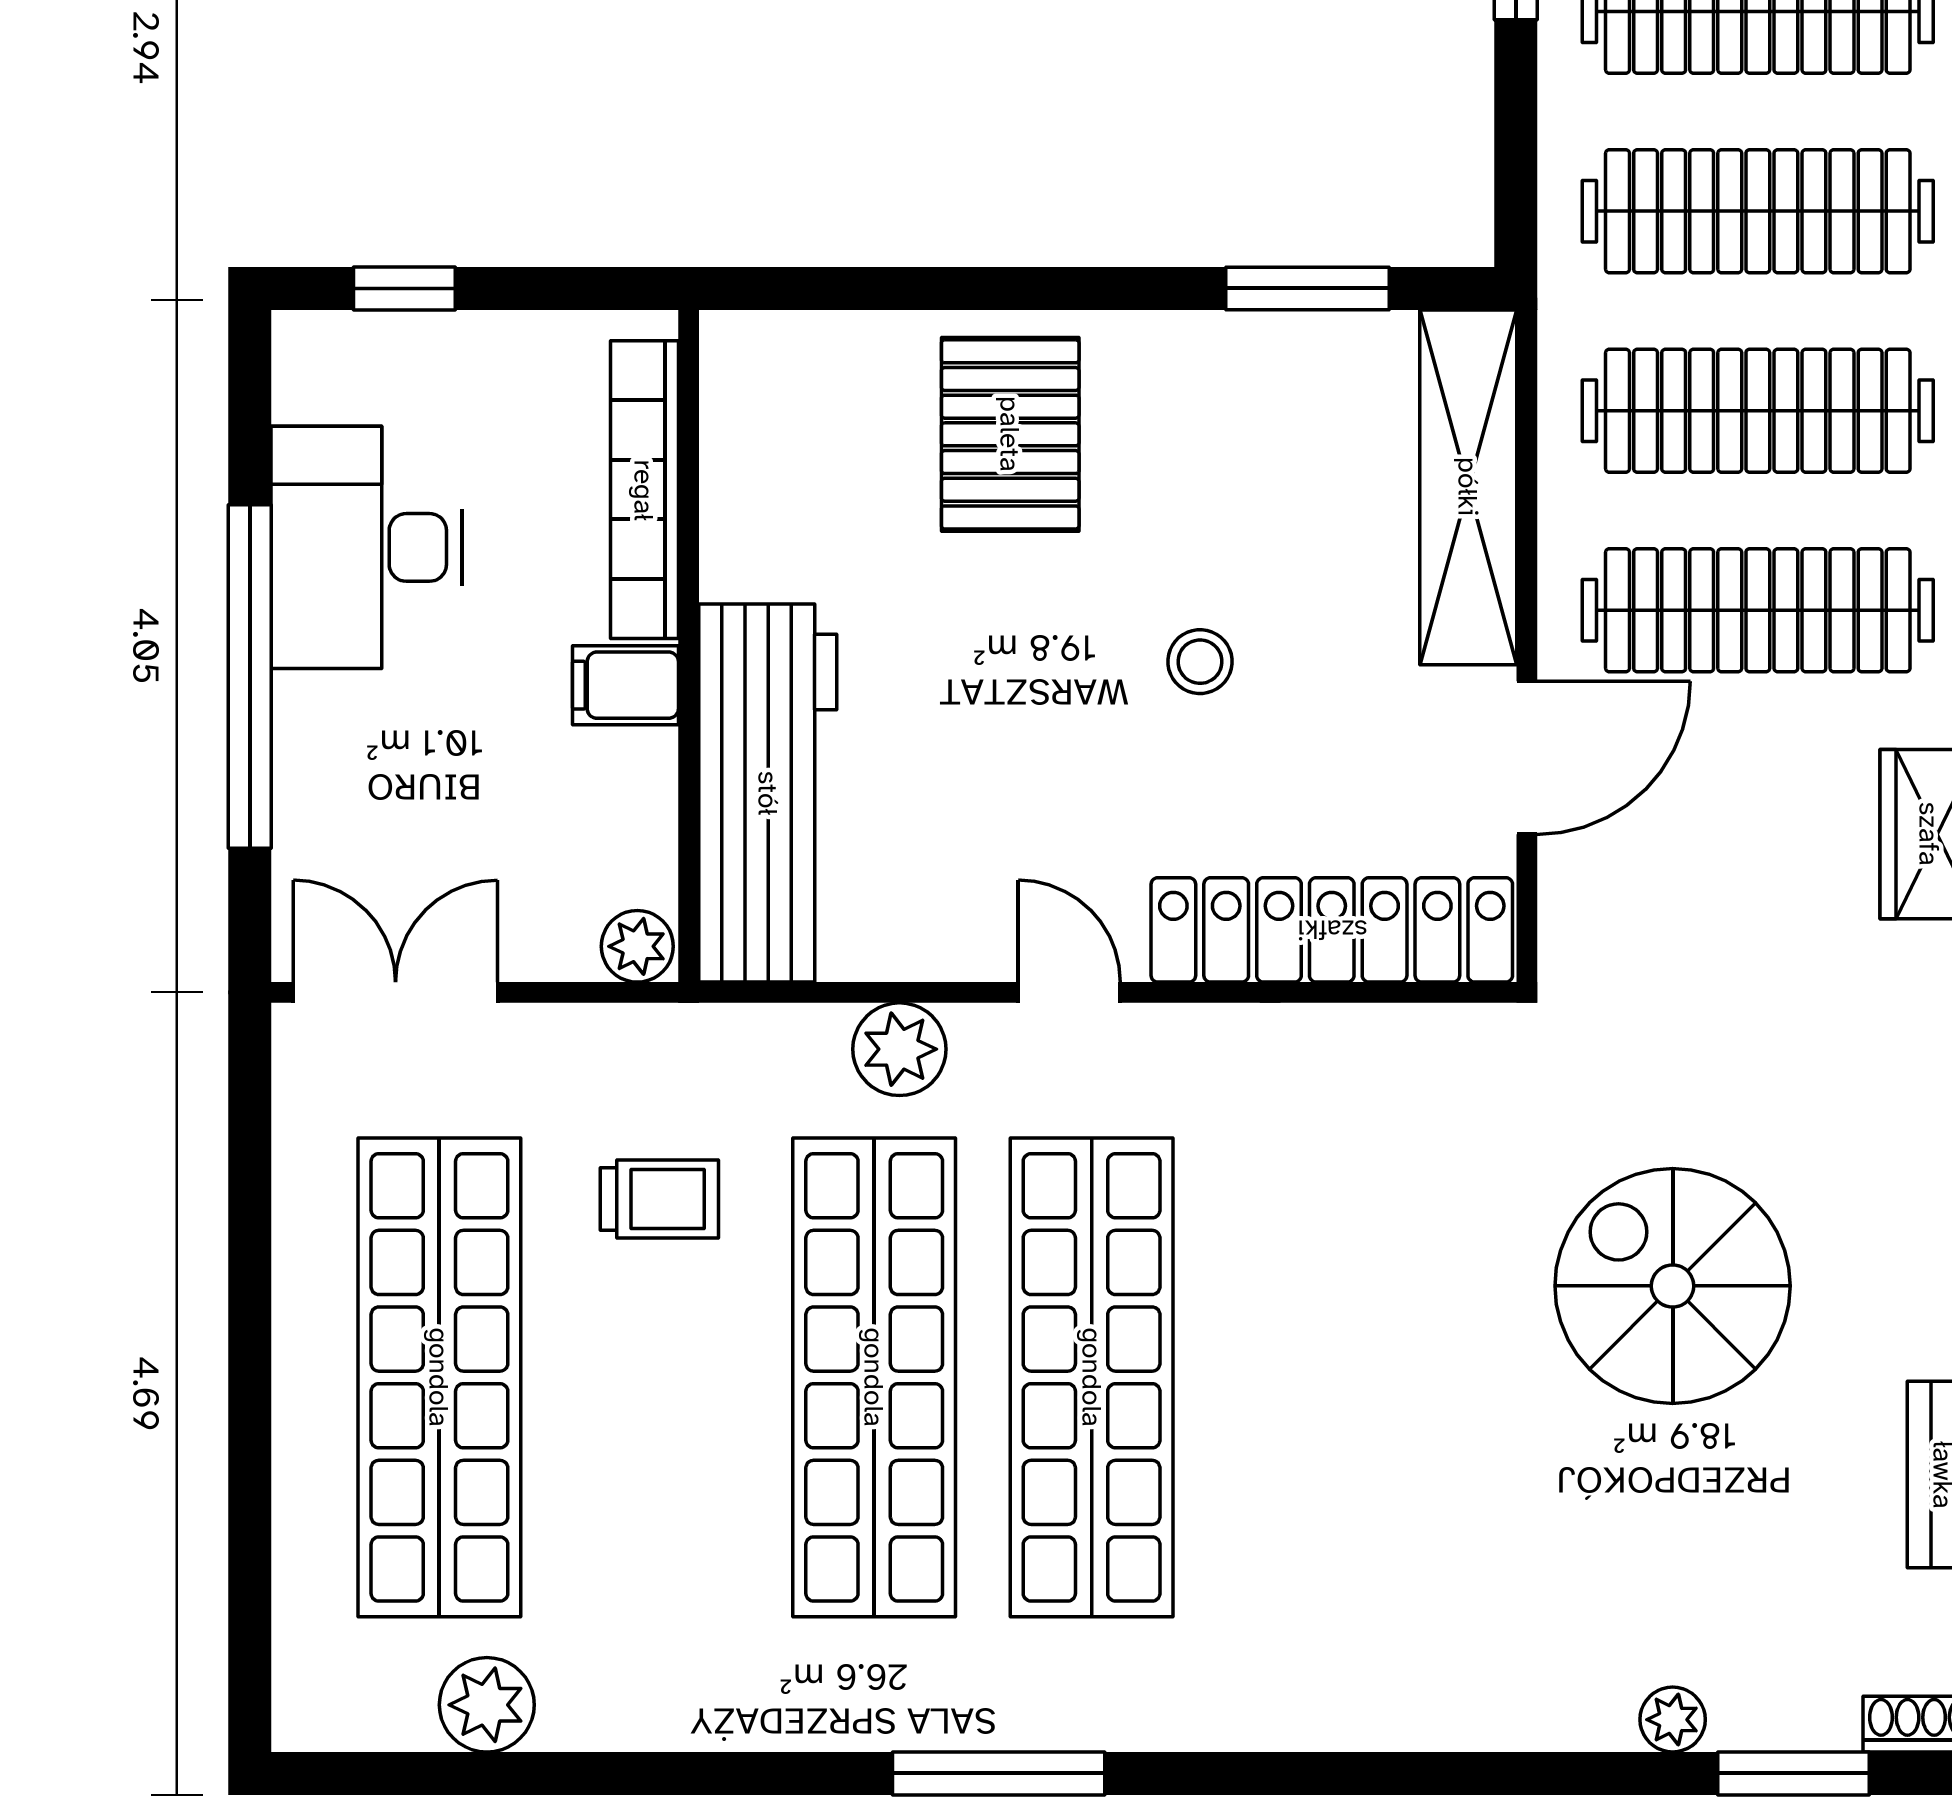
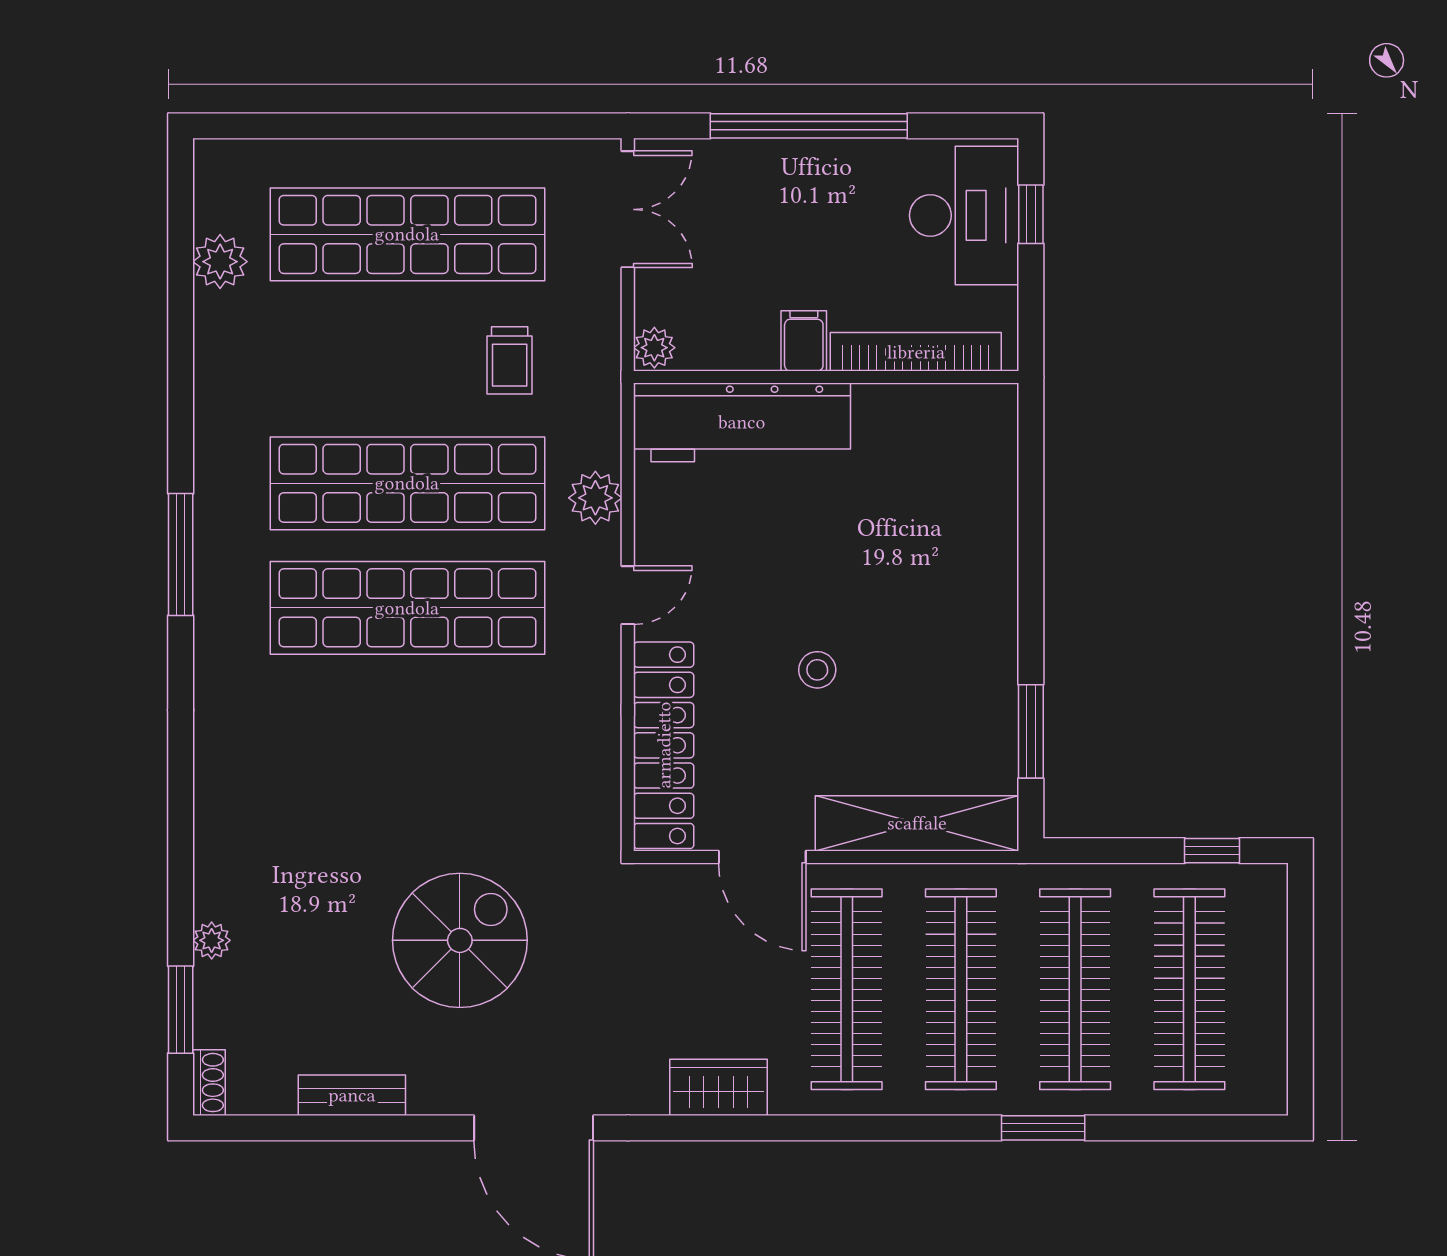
pallet: (1010, 434) -> (947, 561), removed
desk: (366, 547) -> (964, 215), moved, turned 90

